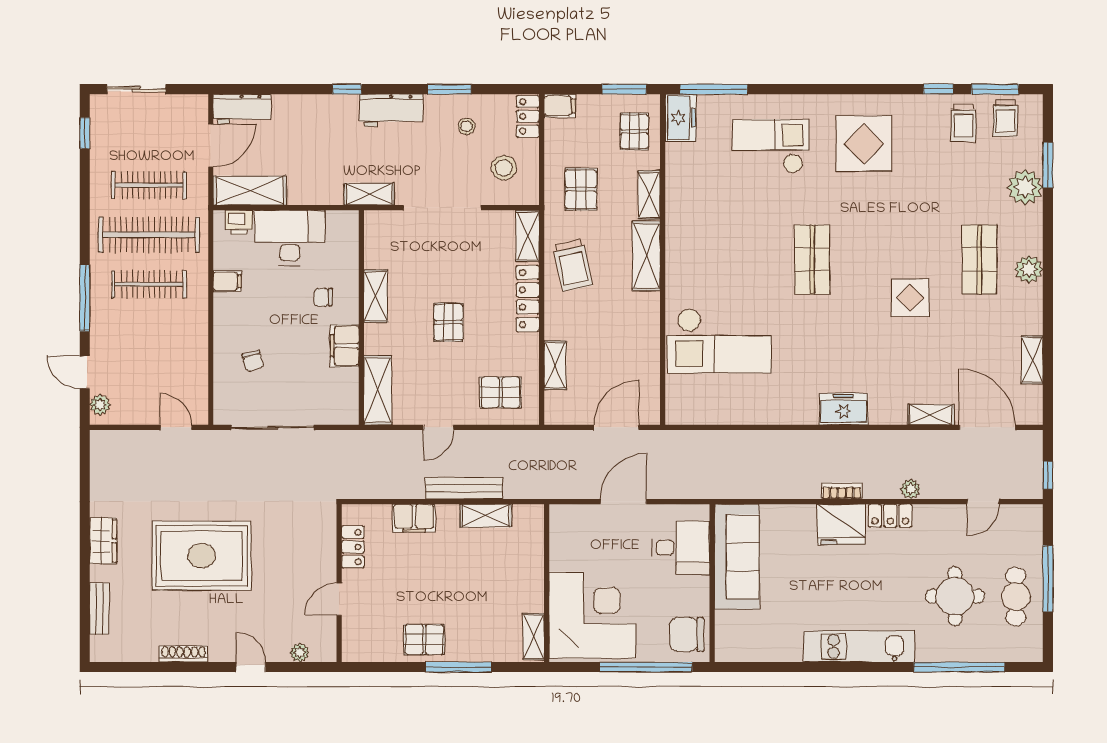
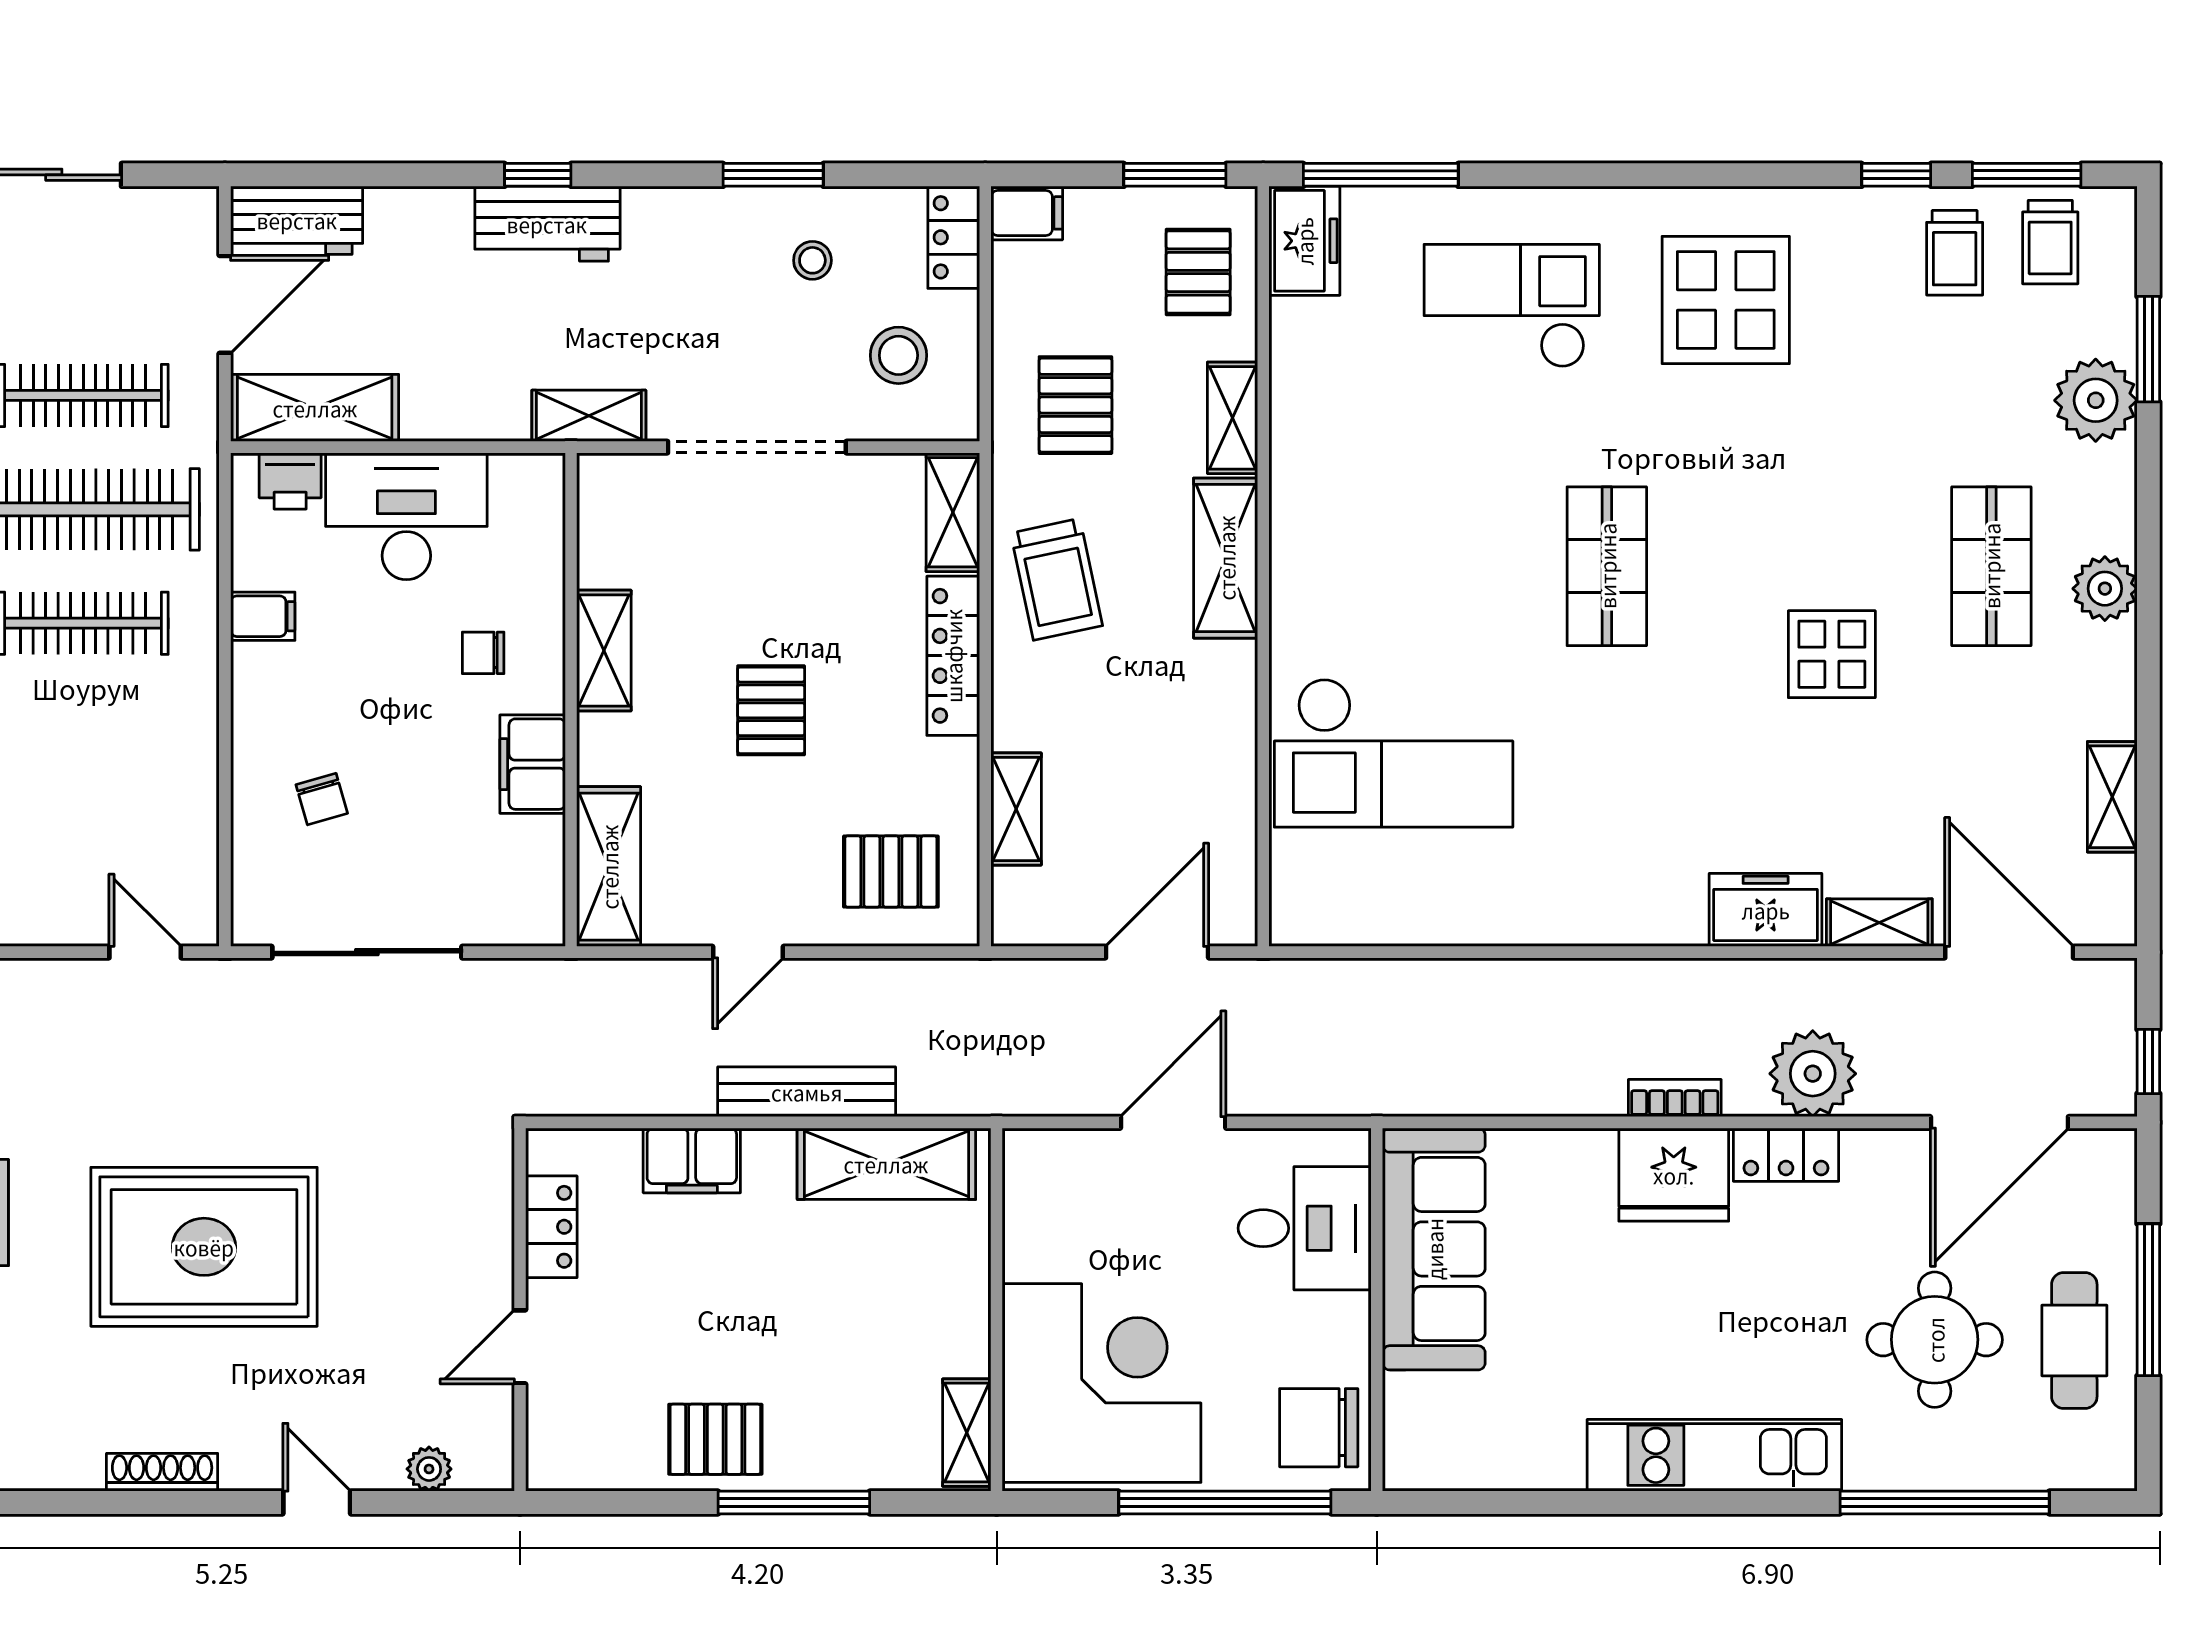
workbench: (391, 110) -> (547, 224), moved
freezer: (844, 409) -> (1766, 910), moved
plant: (911, 489) -> (1813, 1074), width x1.88, depth x1.88
door: (983, 502) -> (1999, 1122), width x1.88
shelving: (486, 516) -> (886, 1164), width x1.50, depth x1.33

